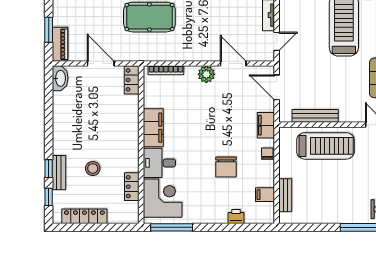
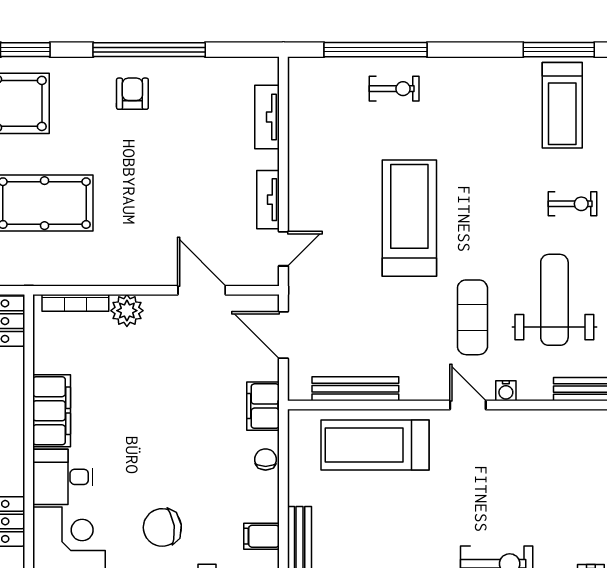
plant: (206, 74) -> (127, 311), moved
treadmill: (326, 146) -> (375, 445), turned 180
chair: (226, 167) -> (162, 527), moved, turned 82

